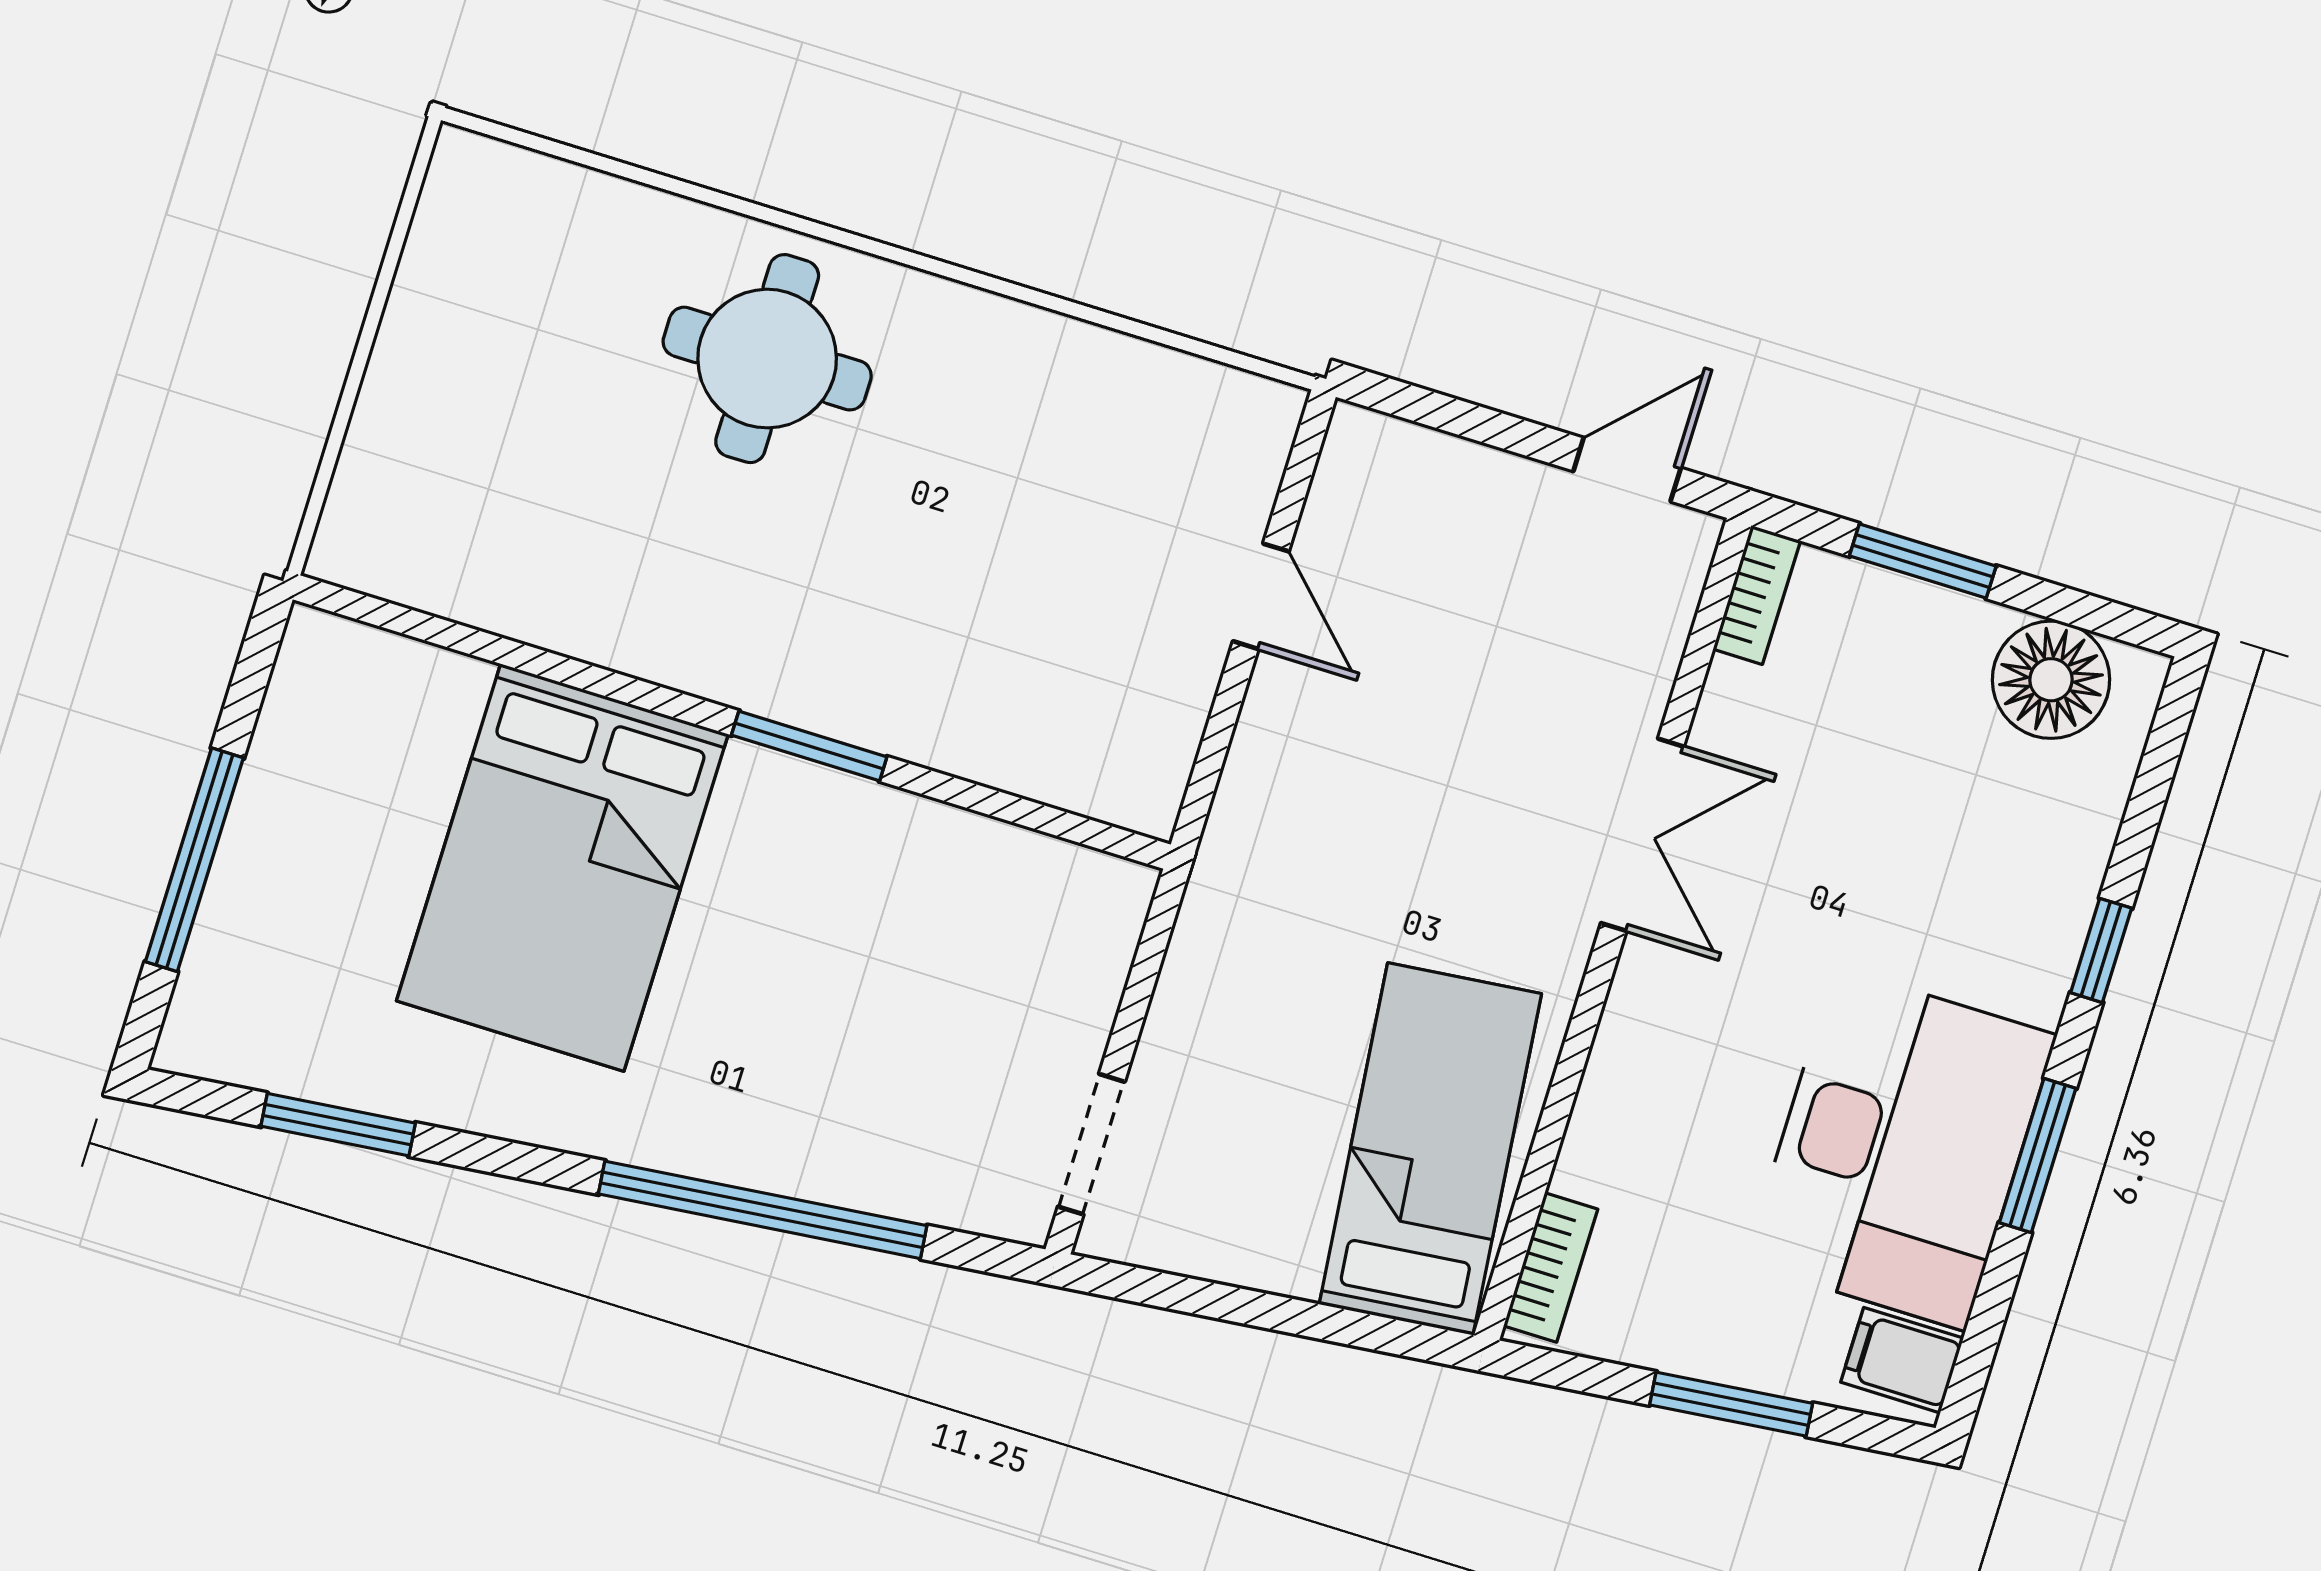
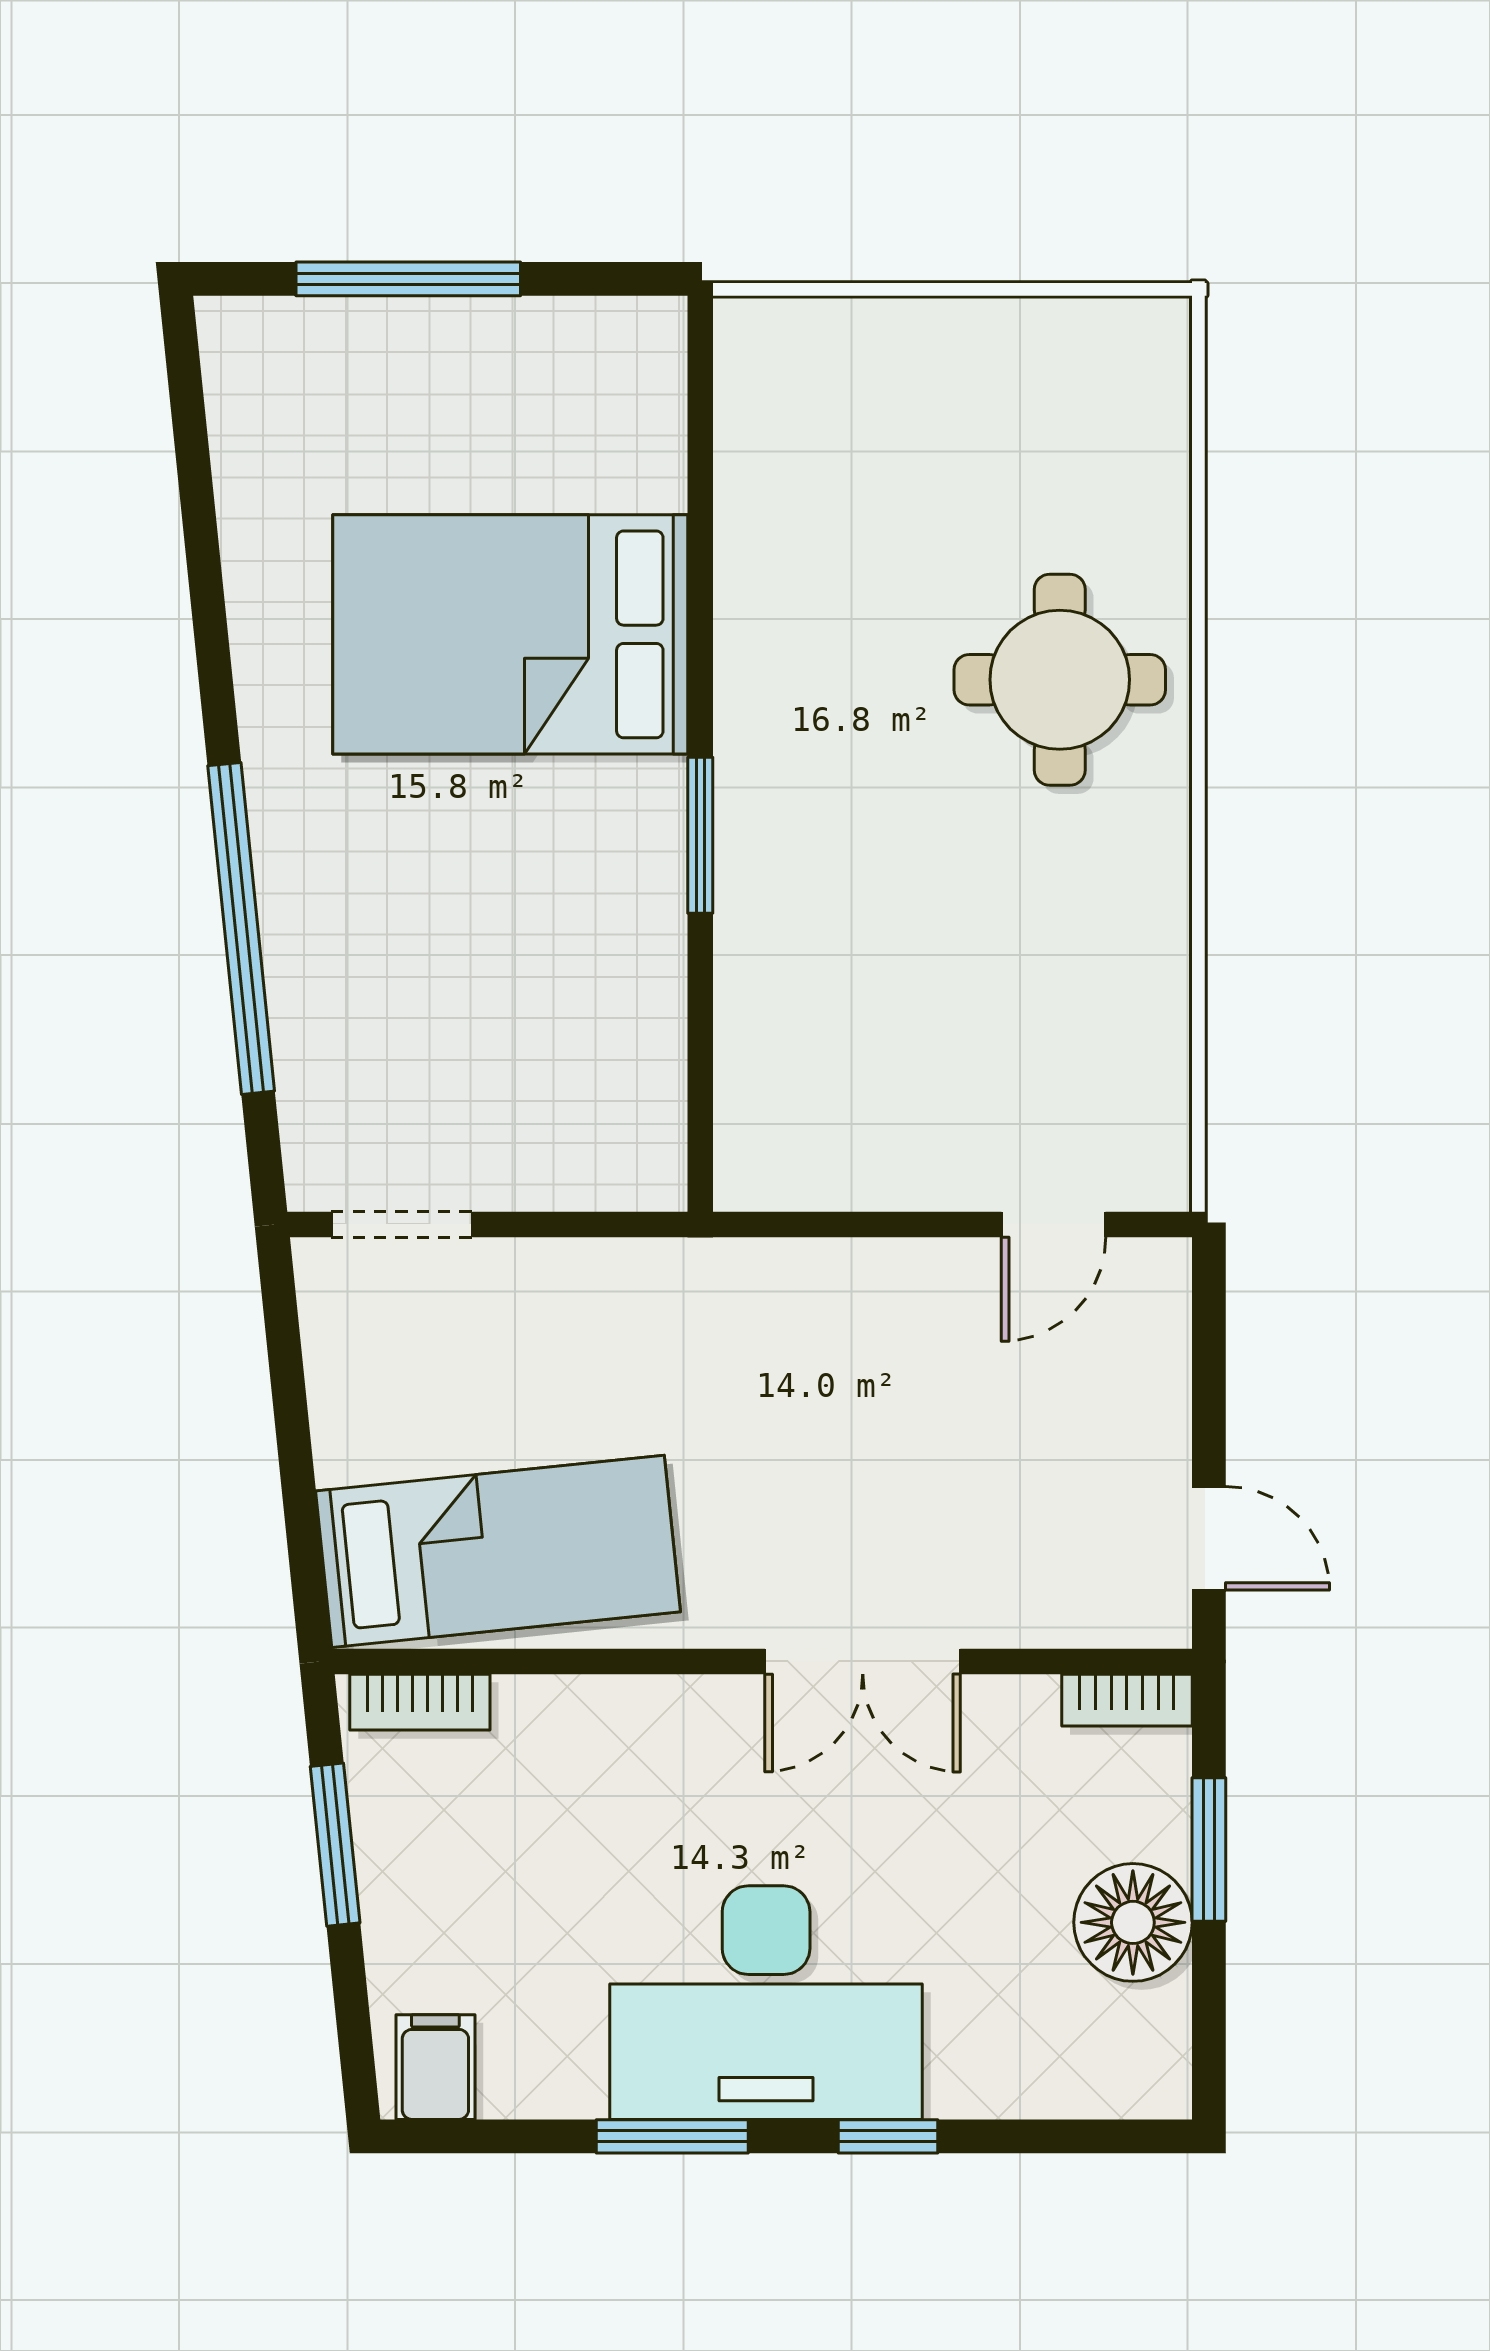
door: (1261, 596) -> (1054, 1224), moved
floor lamp: (2051, 680) -> (1133, 1922), moved
window: (338, 1125) -> (197, 495), removed
desk: (1900, 1149) -> (766, 2003), moved
window: (1731, 1404) -> (335, 1845), moved

